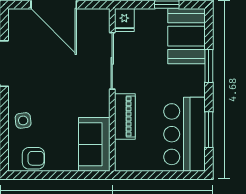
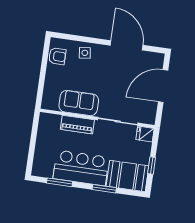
bar counter: (184, 134) -> (81, 168), moved
sofa: (94, 144) -> (79, 103), moved
armchair: (33, 158) -> (57, 56), turned -90

